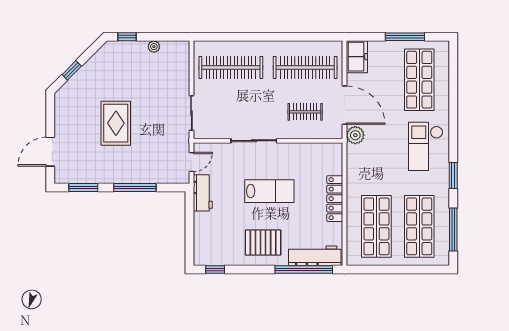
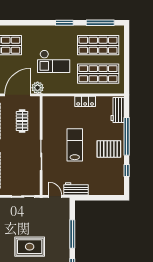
checkout: (426, 146) -> (54, 61), moved
locker: (335, 199) -> (85, 101), width x0.66
pallet: (263, 243) -> (109, 149), turned 90
workbench: (315, 256) -> (118, 110), width x0.73
window: (215, 269) -> (127, 170), moved
window: (304, 269) -> (127, 136), moved

